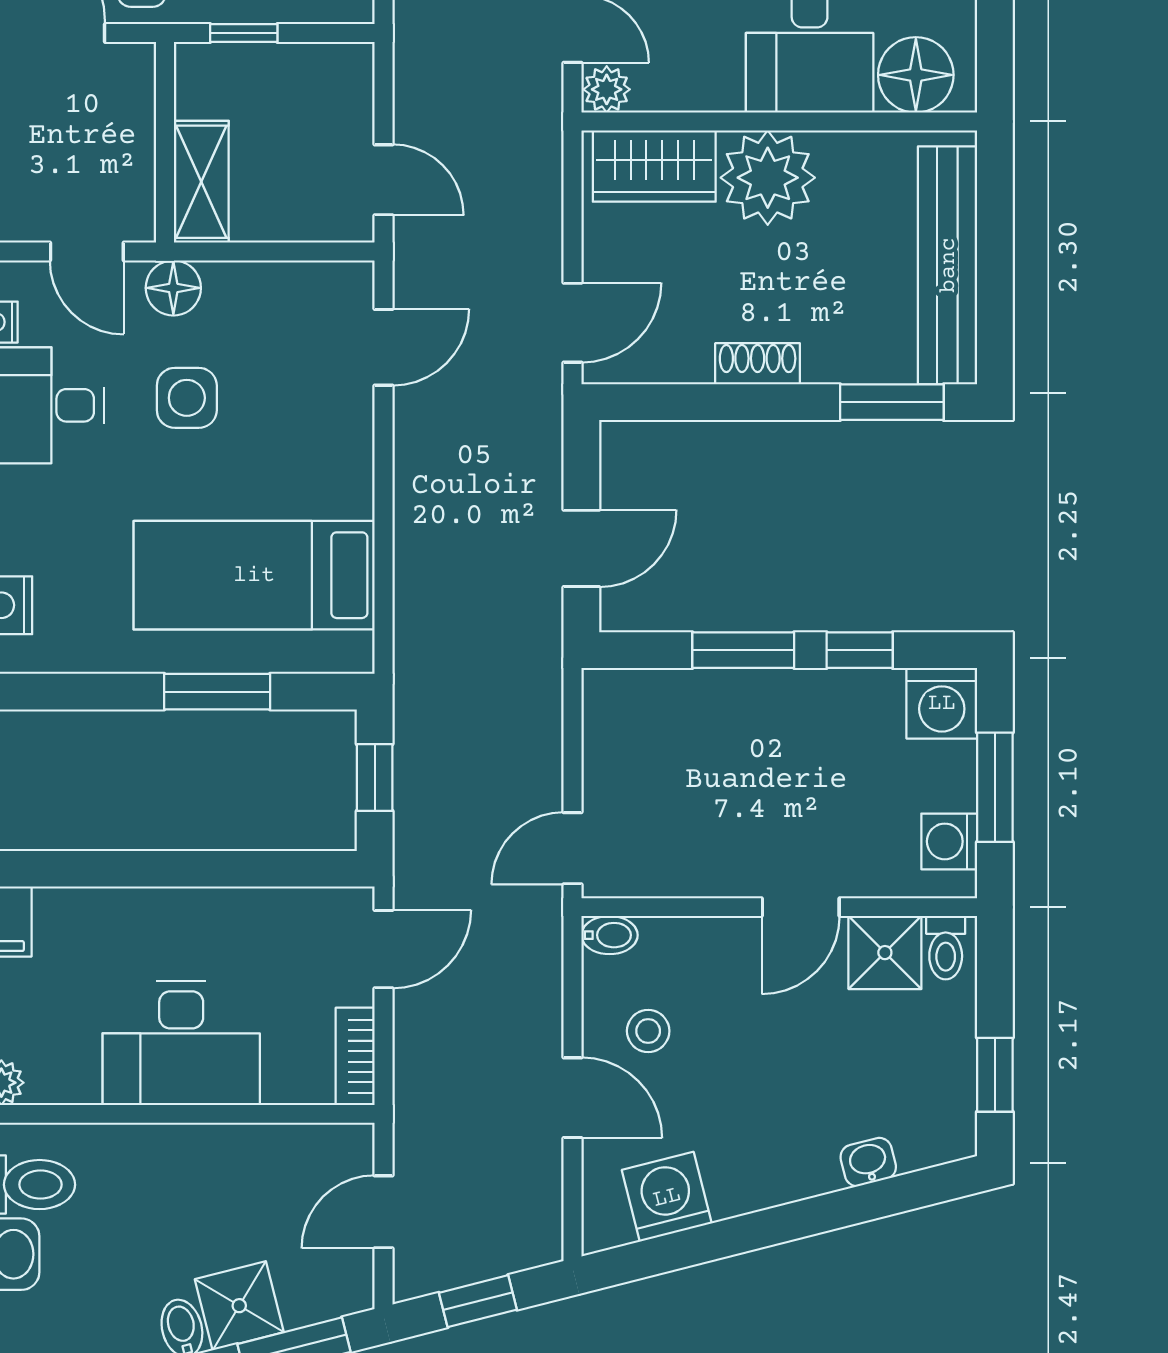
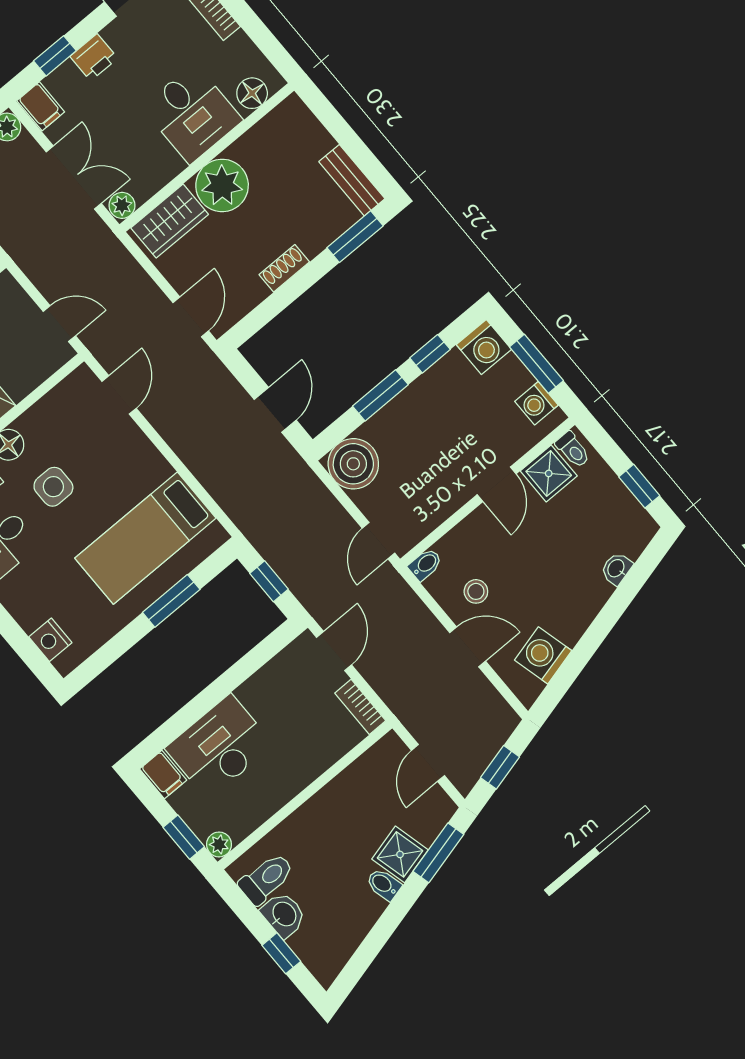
floor lamp: (916, 75) -> (252, 93), width x0.73, depth x0.73
bench: (948, 265) -> (352, 180), width x0.54, depth x0.82
boiler: (627, 713) -> (353, 464), added
desk: (181, 1043) -> (219, 747), moved, turned 180

